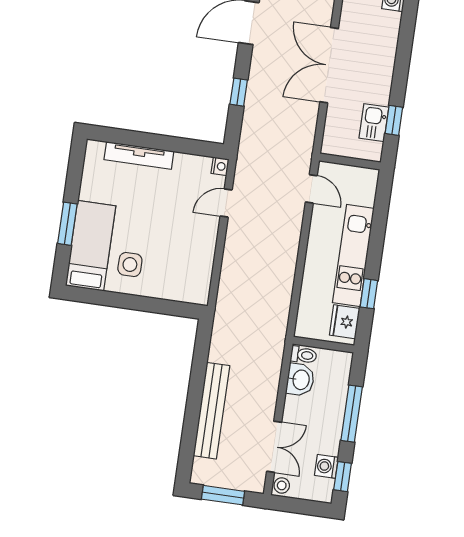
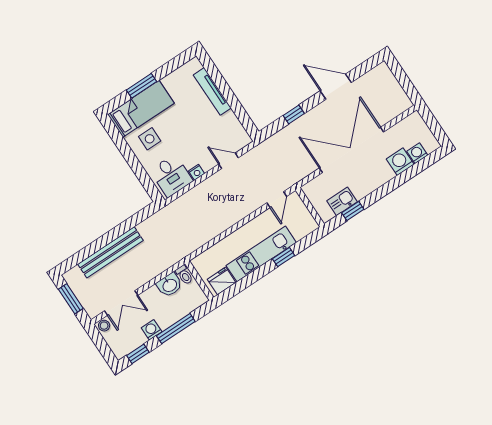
washing machine: (386, 25) -> (400, 162), added
double door: (329, 65) -> (351, 150), width x1.36
nightstand: (220, 166) -> (197, 172), moved
desk: (188, 276) -> (171, 176), added
window: (369, 294) -> (284, 257), moved
washing machine: (326, 466) -> (152, 330), moved

